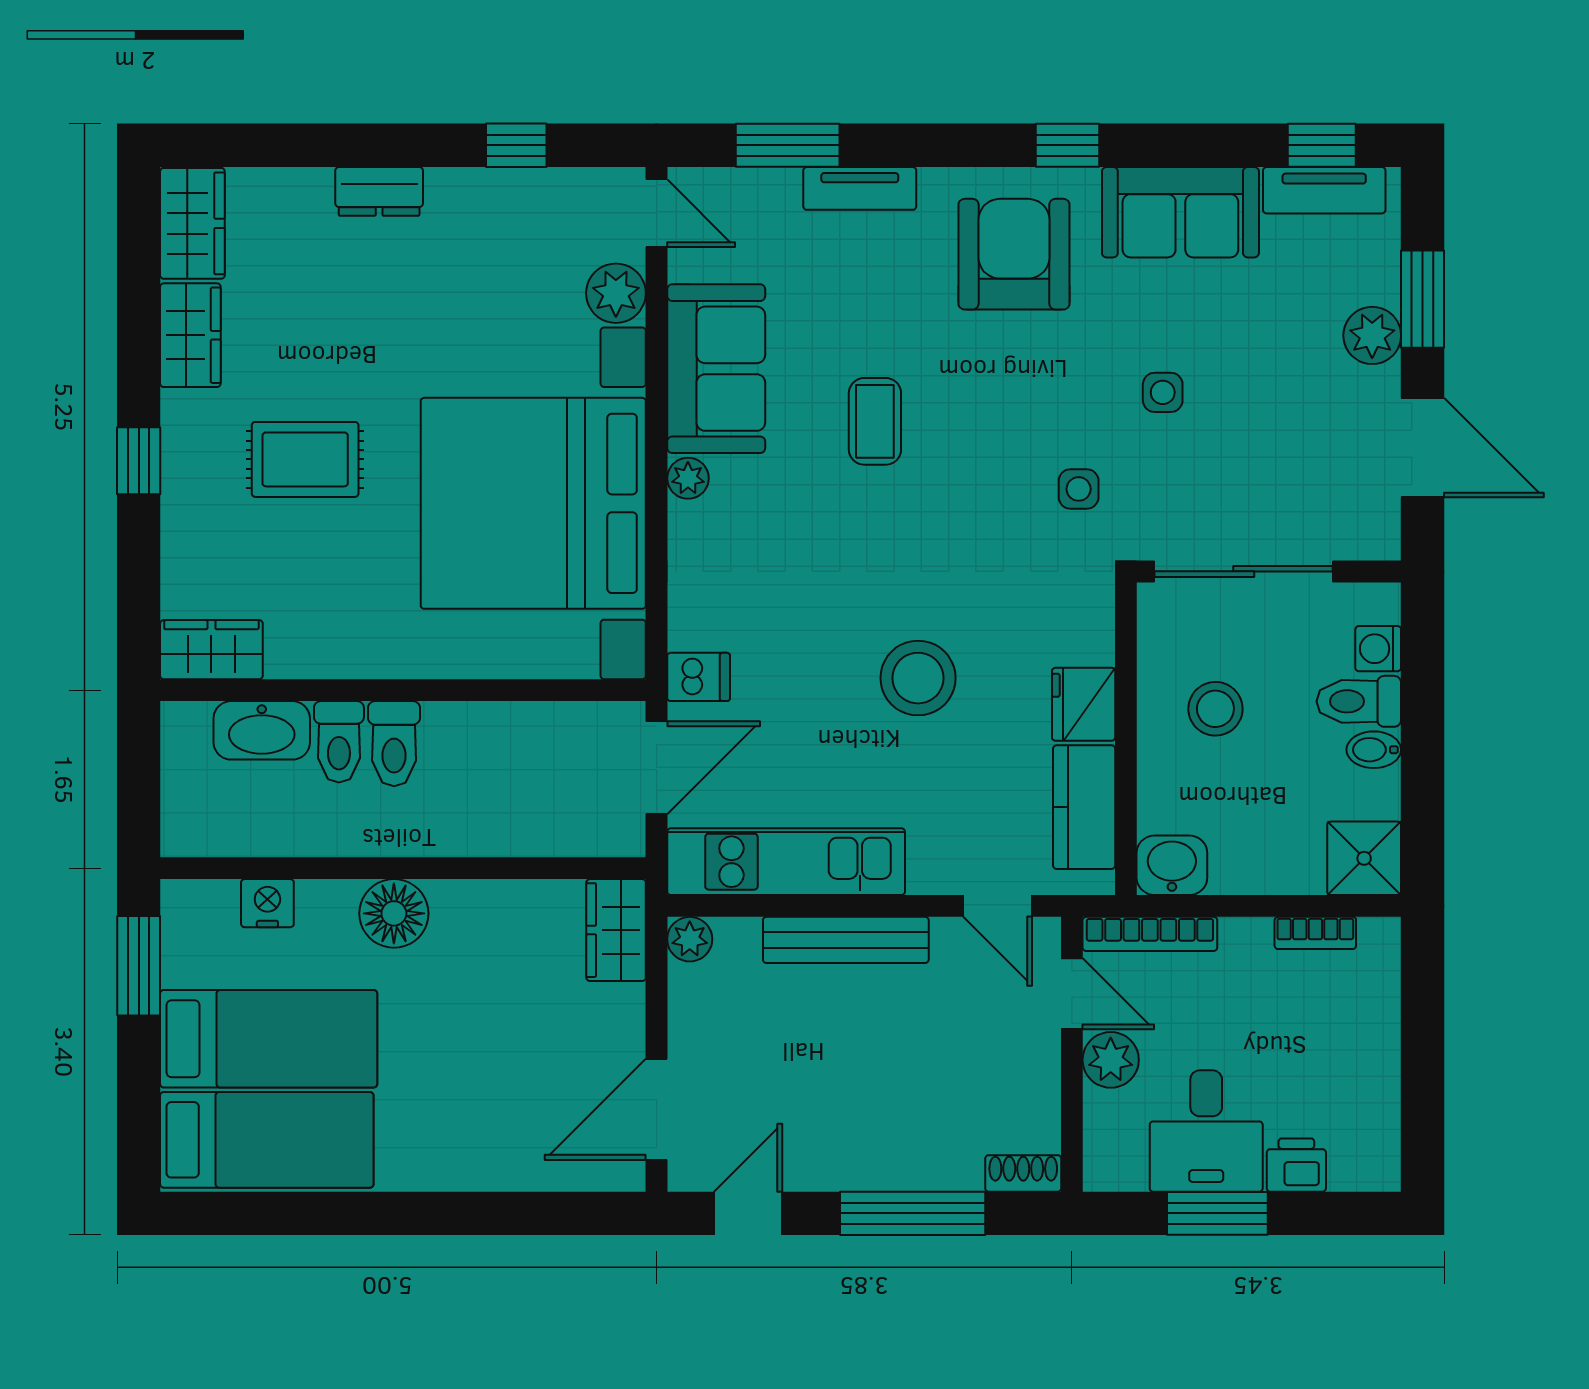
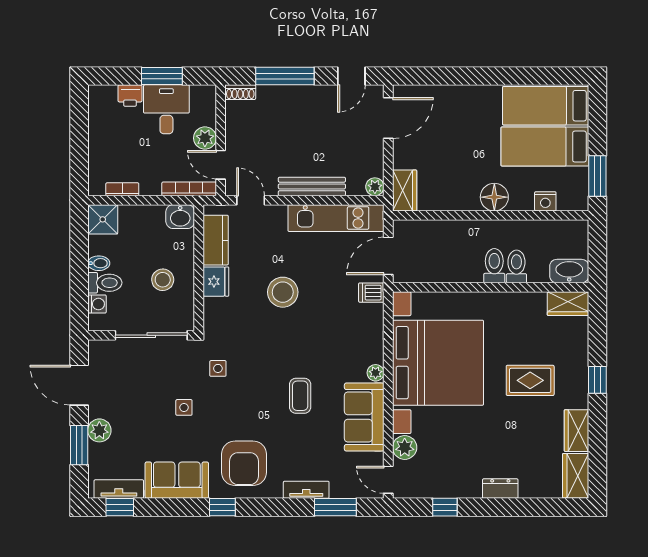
washbasin: (262, 730) -> (569, 271), moved

